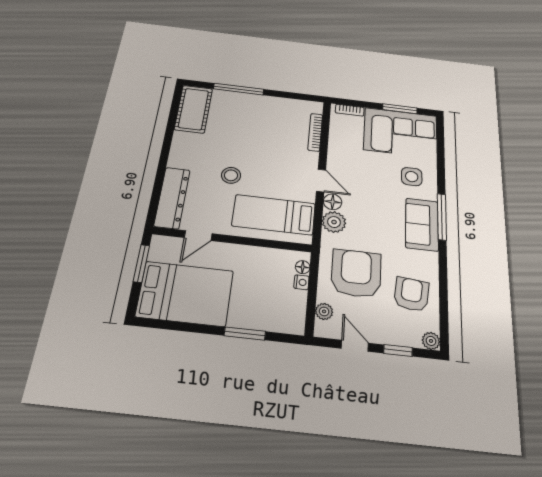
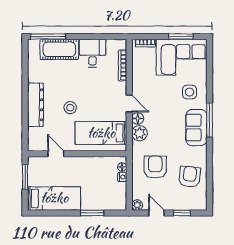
window: (239, 89) -> (48, 37), moved
cot: (194, 109) -> (59, 49), moved, turned 90
desk: (273, 113) -> (93, 53), added
dresser: (172, 198) -> (36, 105), moved
door: (198, 236) -> (56, 154), swing flipped
armchair: (356, 273) -> (155, 167), width x0.73, depth x0.73
bed: (185, 294) -> (54, 198), width x0.67
plant: (324, 311) -> (137, 205), moved
plant: (431, 341) -> (201, 205), removed

